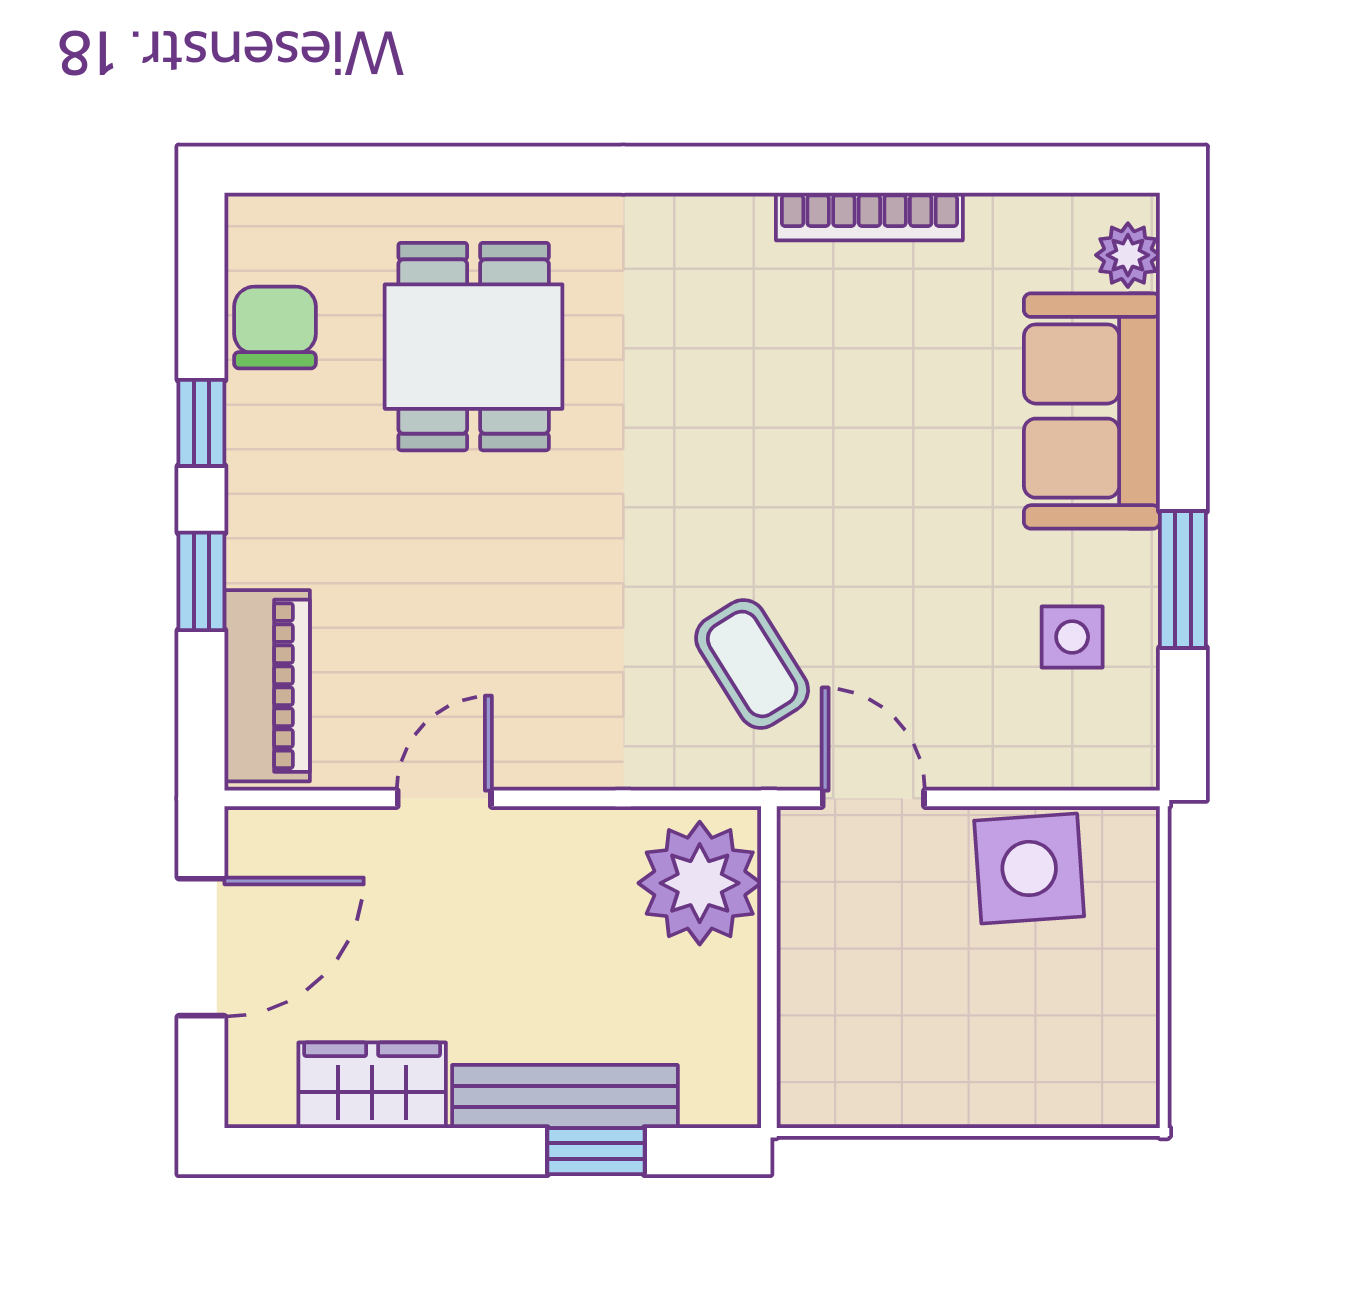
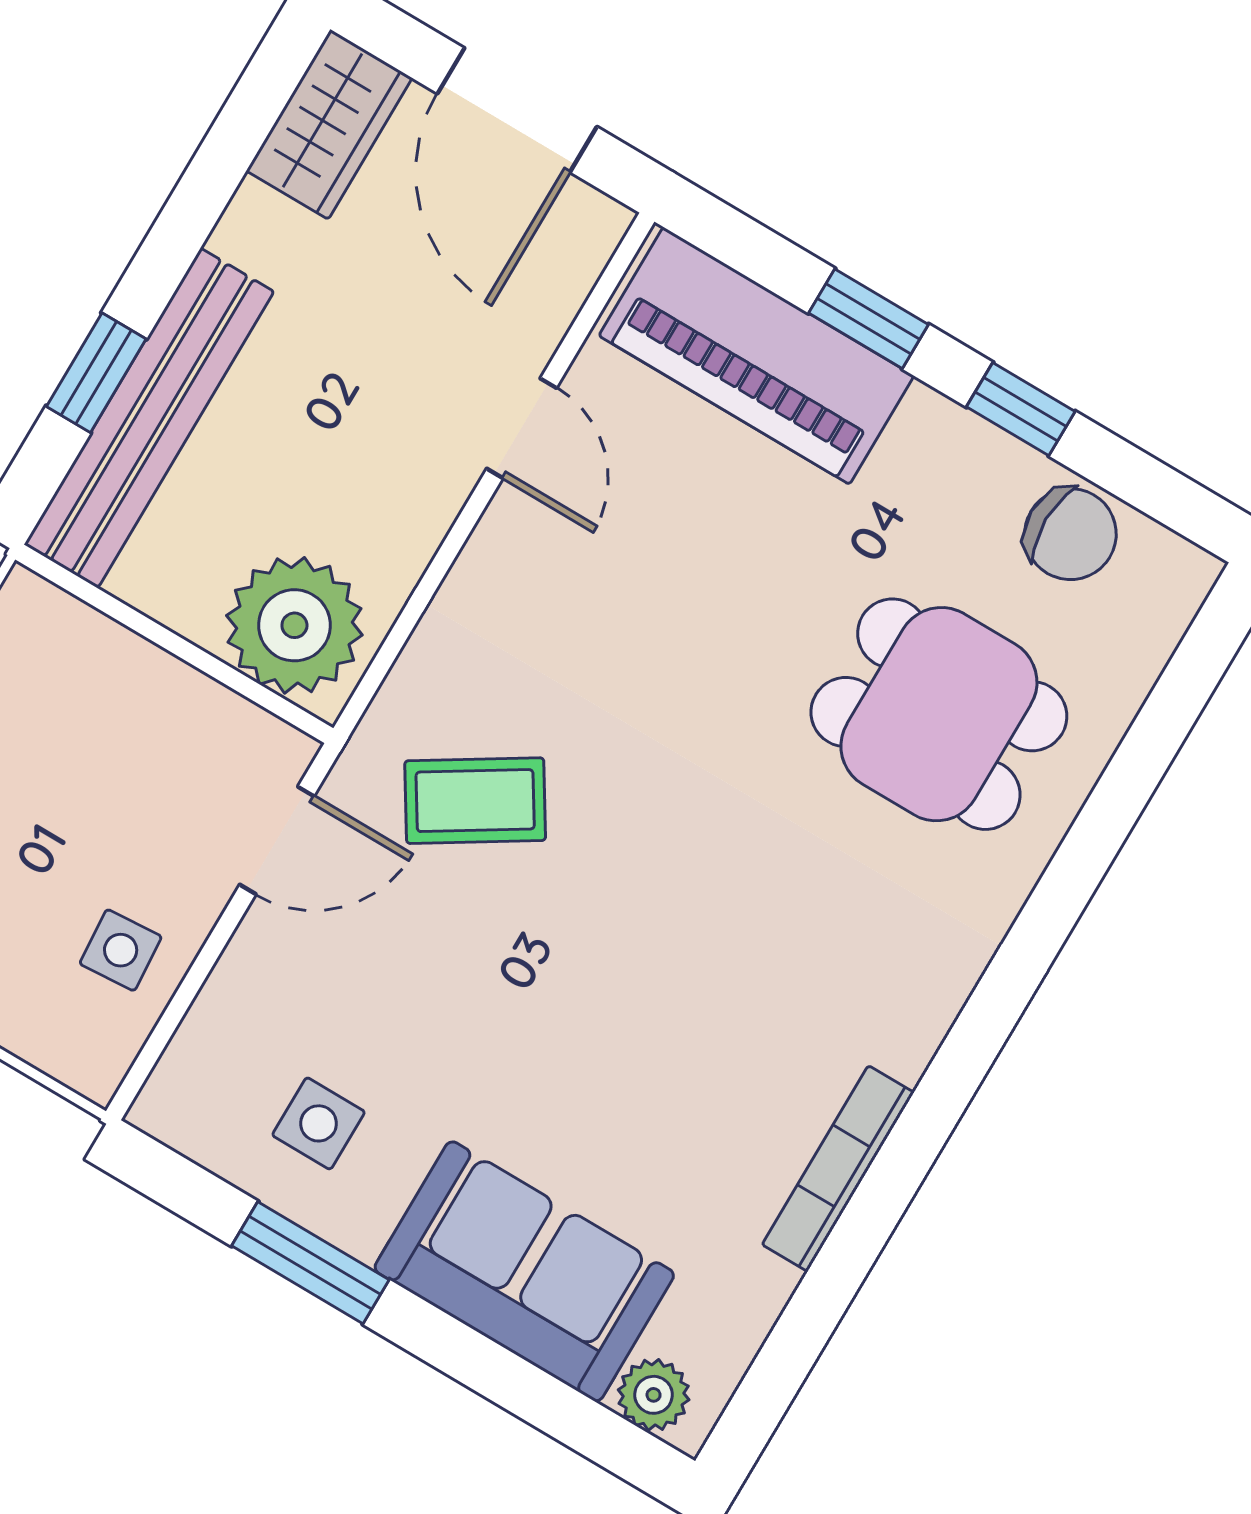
piano: (267, 686) -> (756, 356), width x1.37, depth x1.33
side table: (1029, 868) -> (121, 950), width x0.54, depth x0.54
wardrobe: (372, 1085) -> (329, 124), moved
bench: (565, 1097) -> (149, 418), width x1.37, depth x1.21

